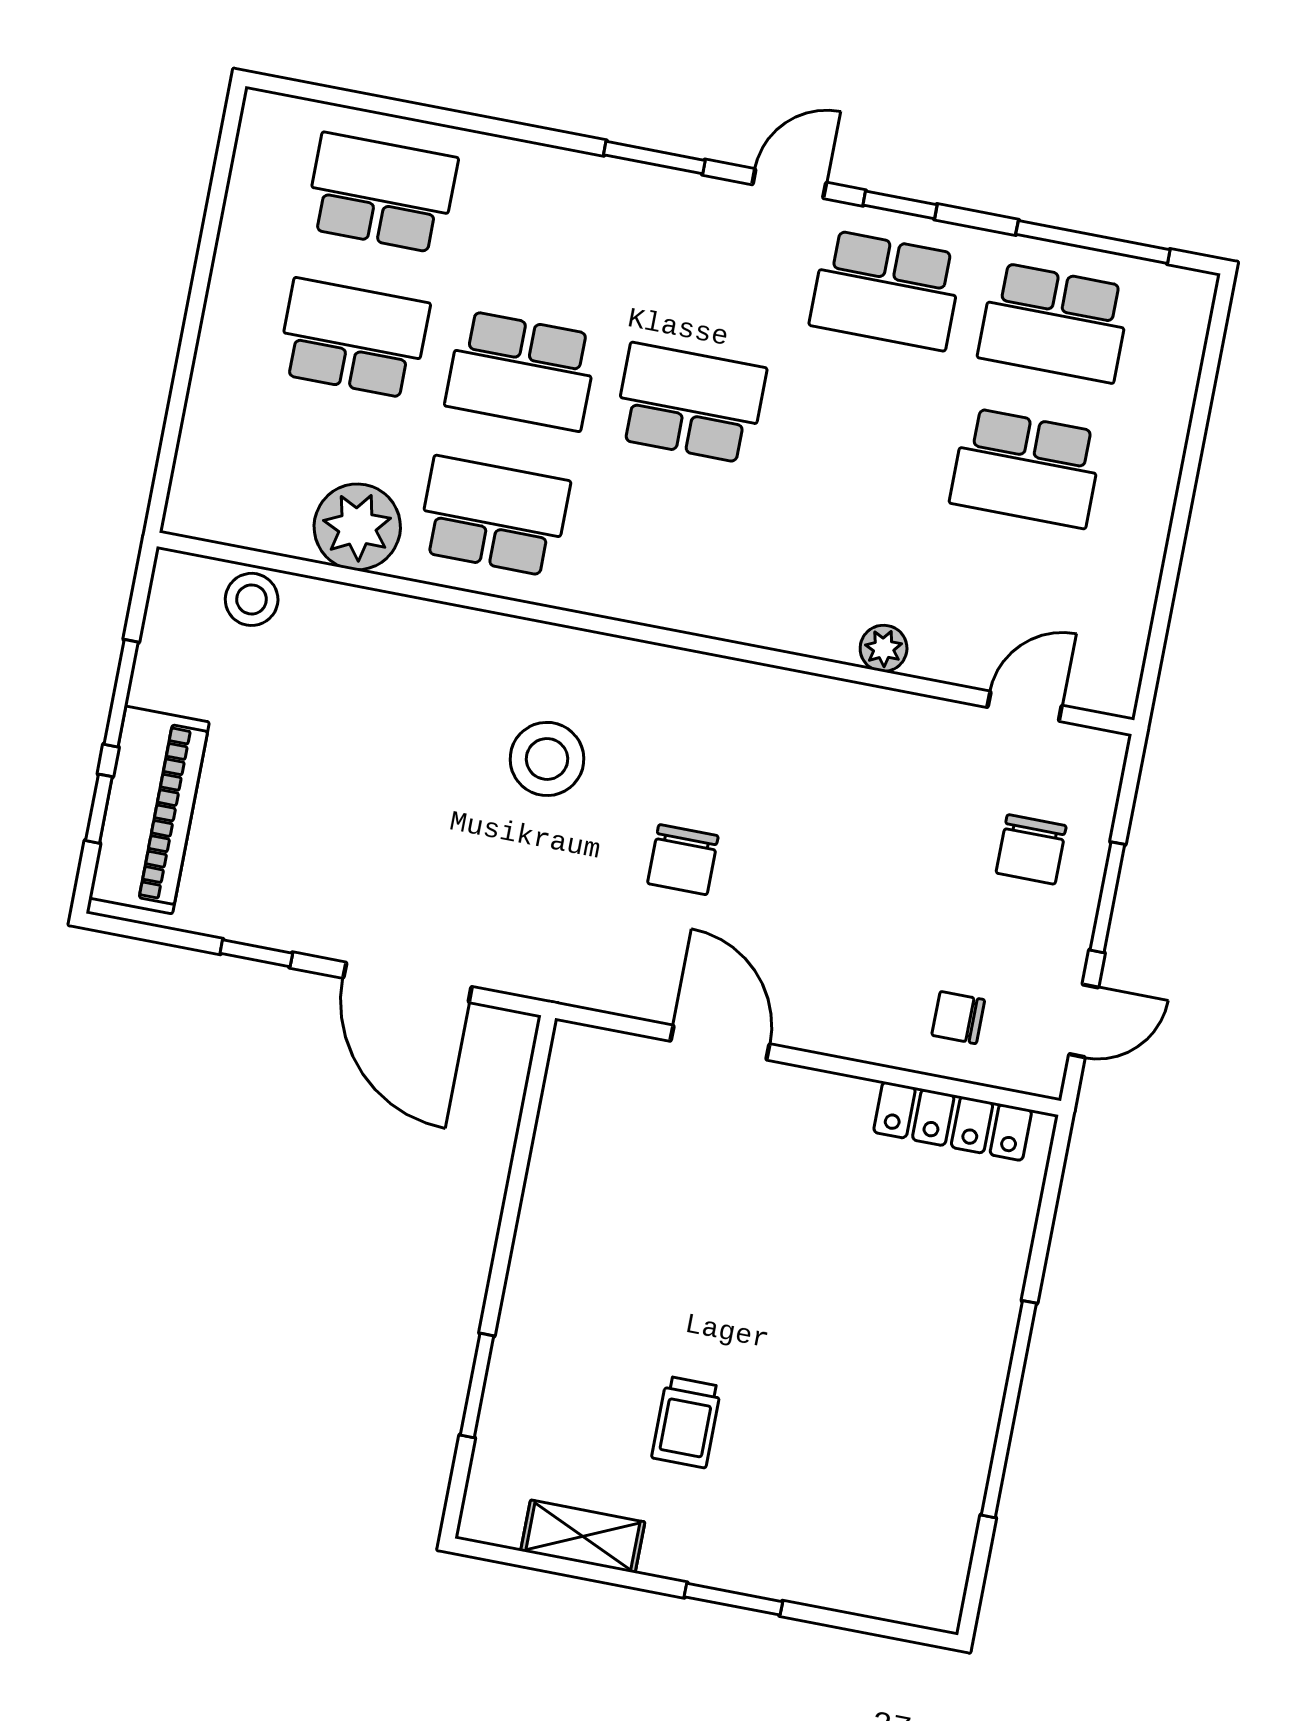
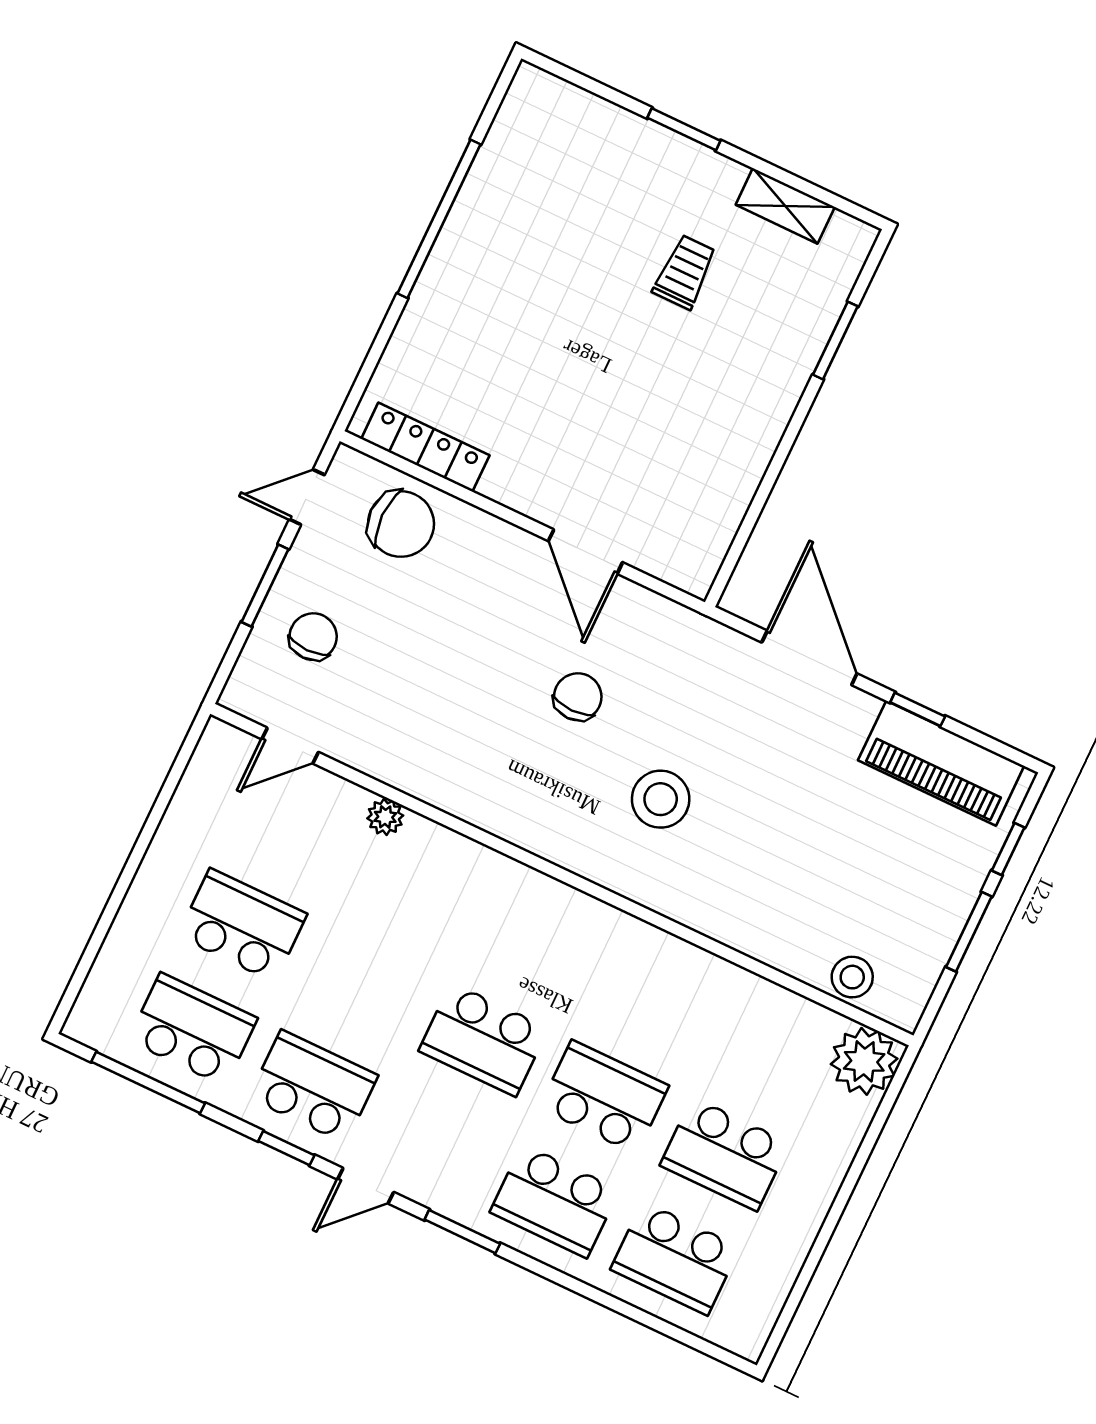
school desk: (494, 516) -> (555, 1201), moved
plant: (357, 527) -> (864, 1061), moved
piano: (149, 810) -> (941, 763), moved, turned -90
chair: (958, 1018) -> (401, 524), width x1.87, depth x1.87

